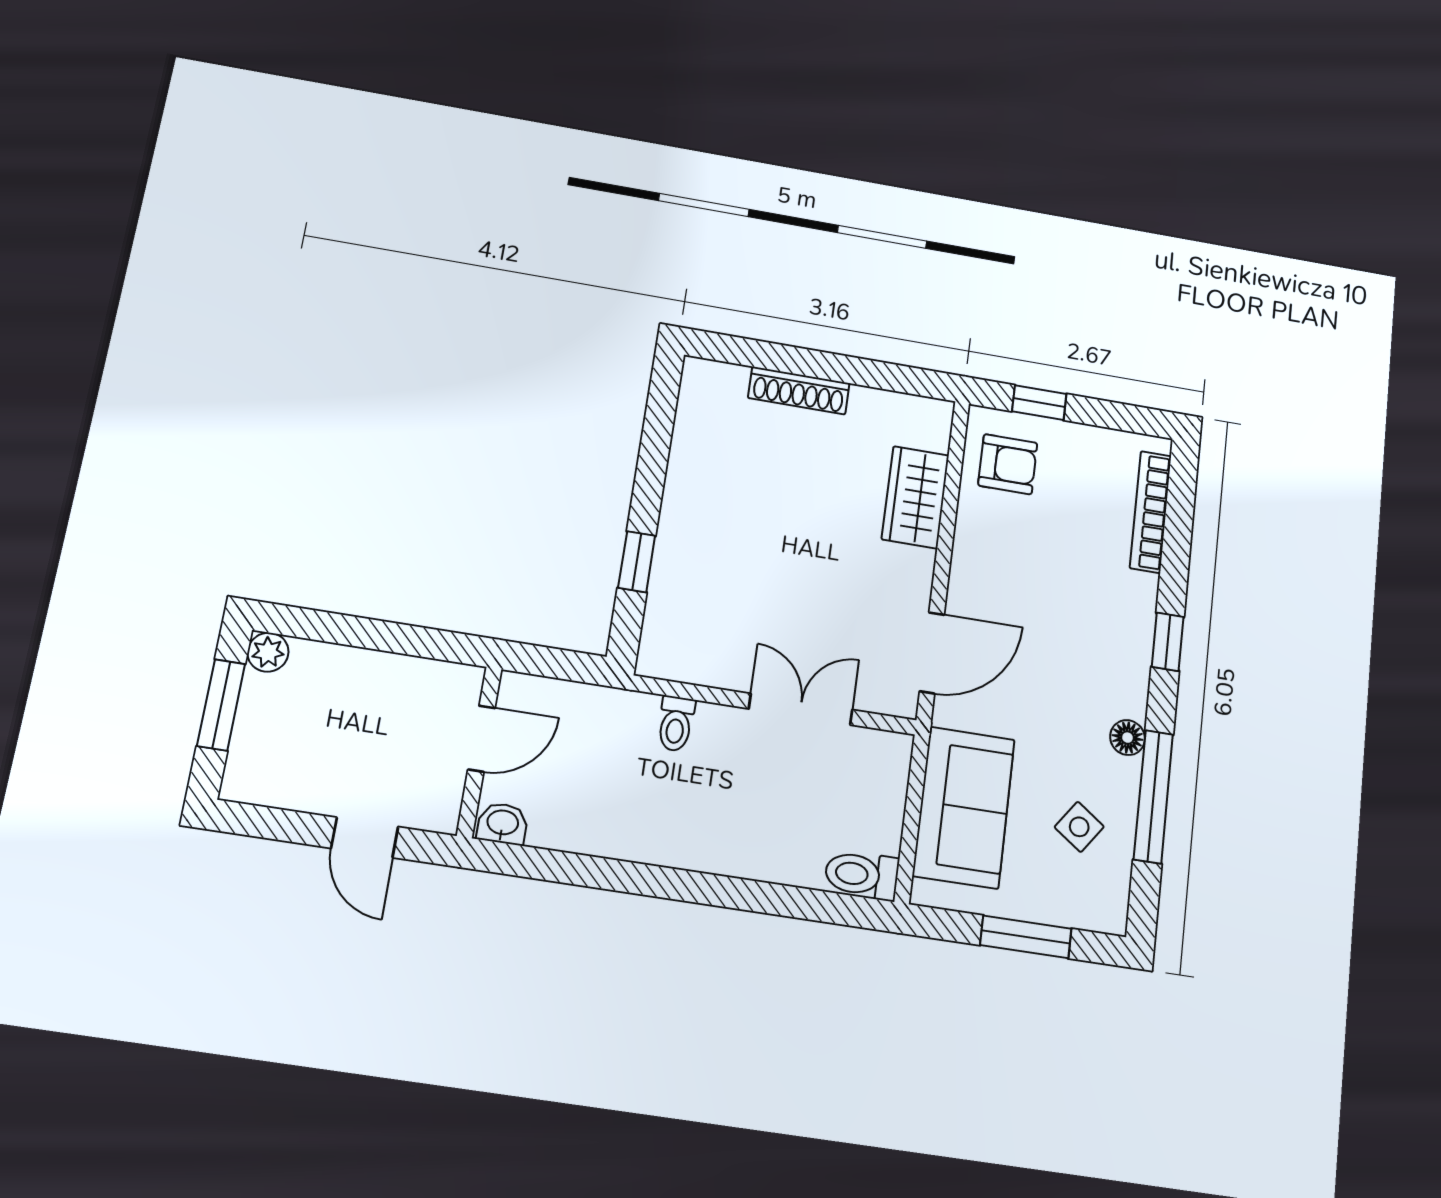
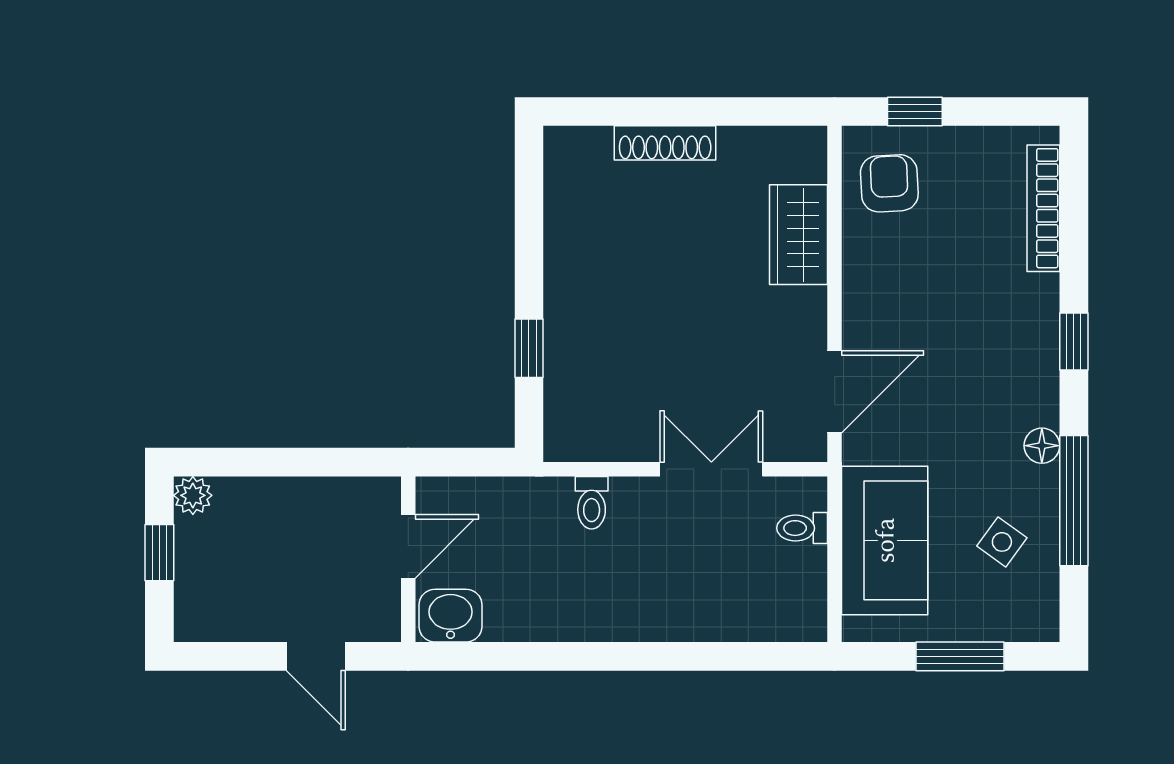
armchair: (1008, 464) -> (889, 183), turned -93
window: (221, 705) -> (159, 553), width x0.67
washbasin: (503, 823) -> (451, 616), width x1.38, depth x1.45
toilet: (862, 875) -> (802, 528), moved, width x0.73, depth x0.72

